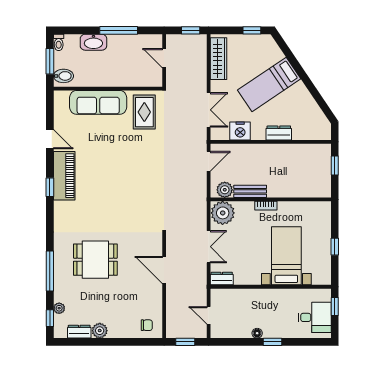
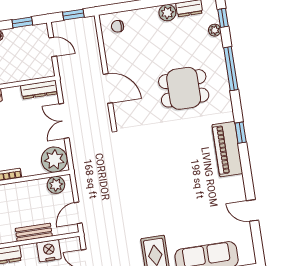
piano: (64, 176) -> (227, 149), moved
window: (50, 187) -> (241, 133), moved
bench: (250, 191) -> (34, 232), moved
dresser: (222, 279) -> (39, 90), width x1.44
window: (233, 342) -> (22, 22), added

